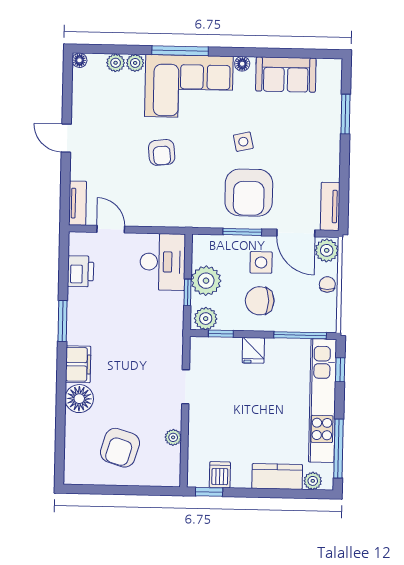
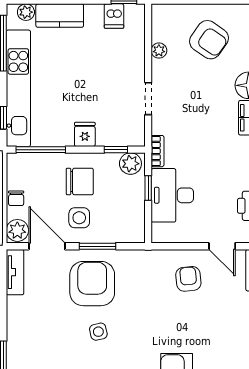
armchair: (162, 152) -> (188, 279), moved
desk: (163, 262) -> (172, 195), moved
plant: (206, 281) -> (131, 199), removed
bookcase: (177, 331) -> (157, 151), added
armchair: (120, 448) -> (209, 40), turned 108

